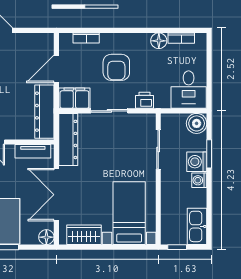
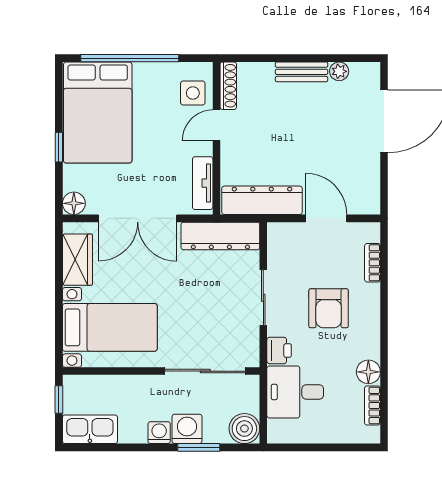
armchair: (116, 67) -> (329, 308), turned -90
desk: (189, 90) -> (295, 392), moved
filing cabinet: (74, 98) -> (282, 245), removed
sliding door: (158, 149) -> (205, 371), width x1.37
double door: (56, 195) -> (138, 218), swing flipped

